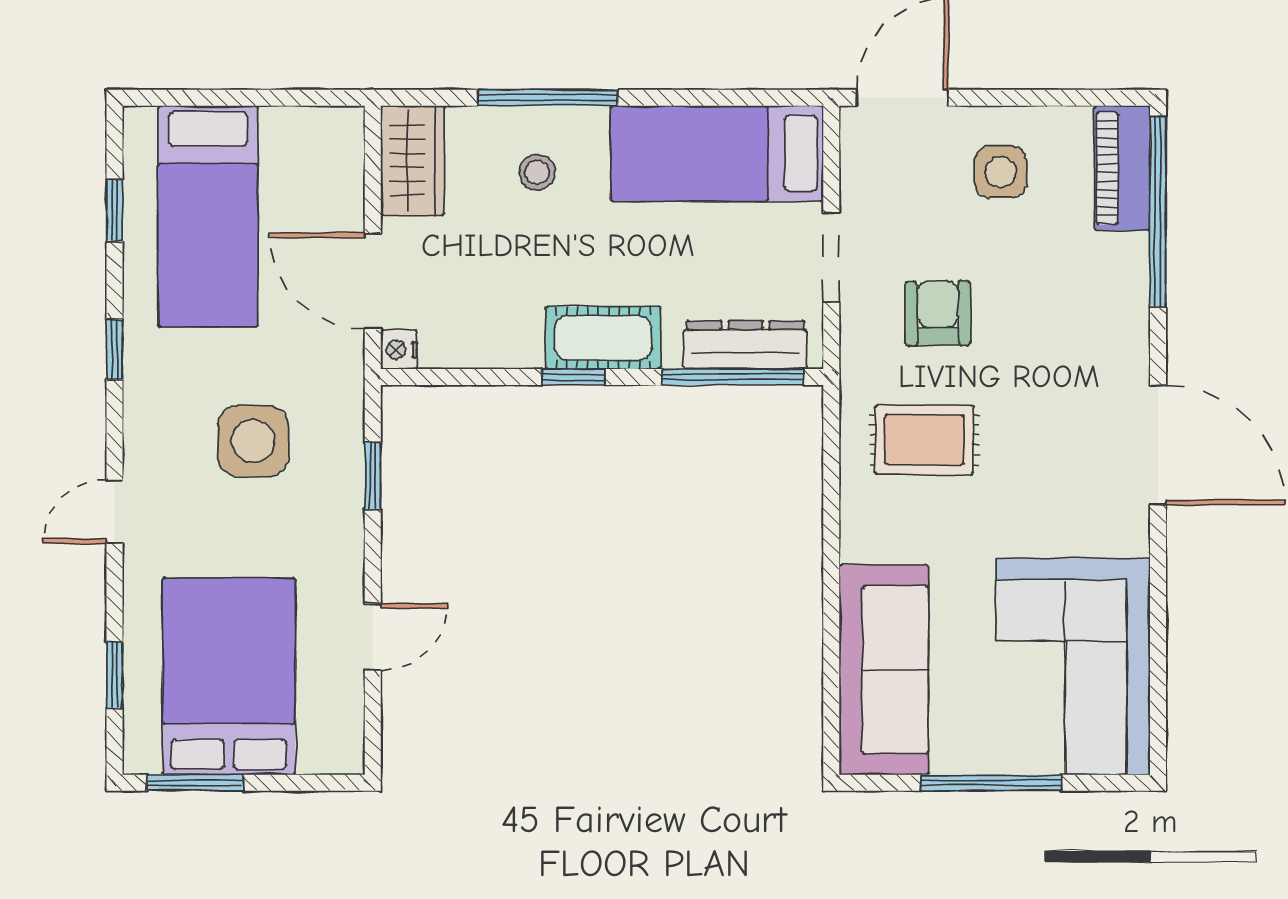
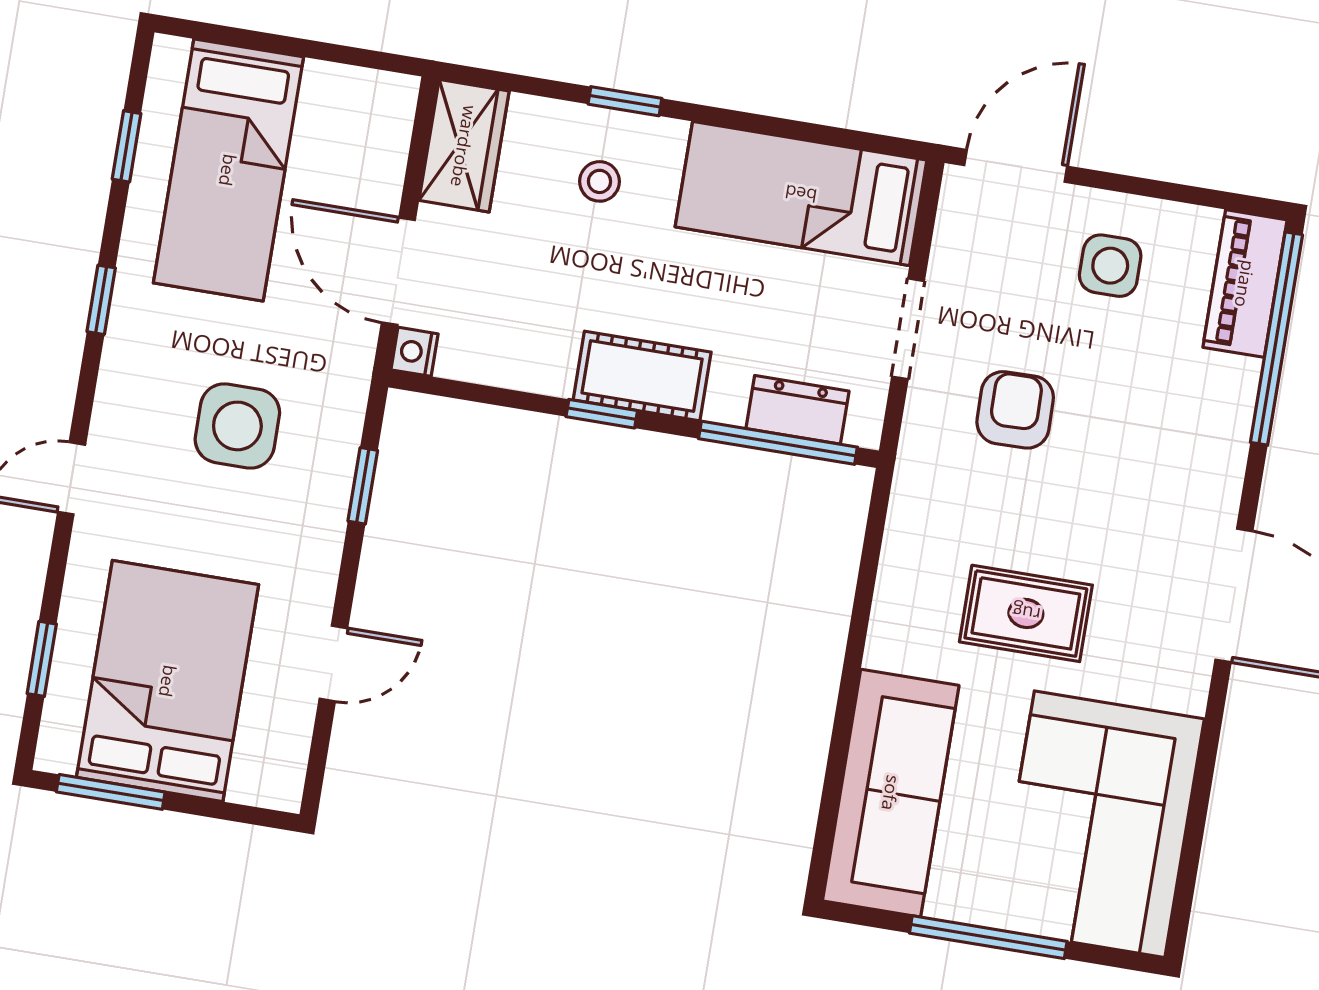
window: (548, 98) -> (625, 101), width x0.46
dresser: (745, 345) -> (797, 410), width x0.70
rug: (924, 440) -> (1026, 613), moved

